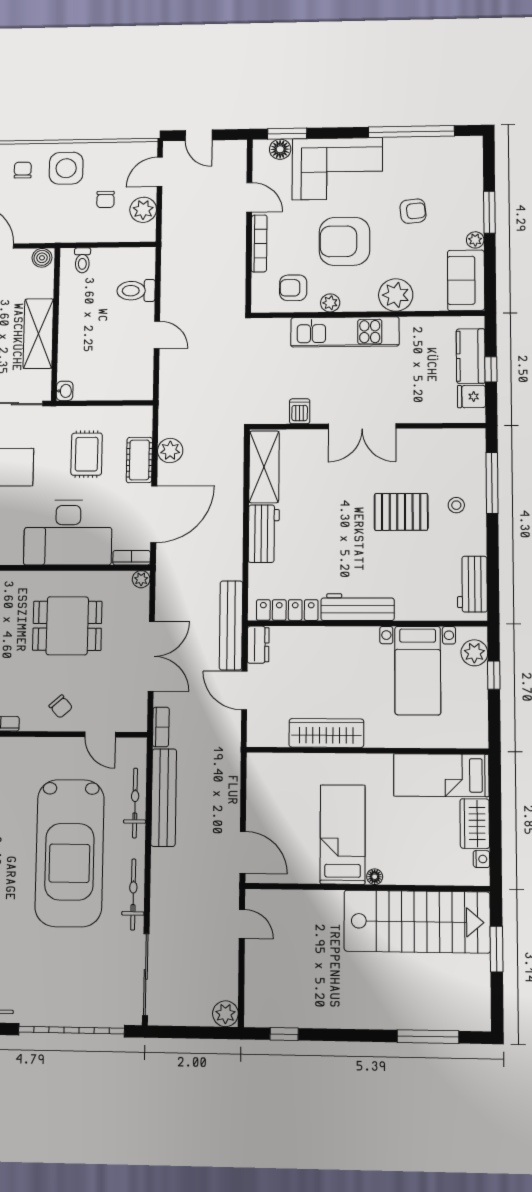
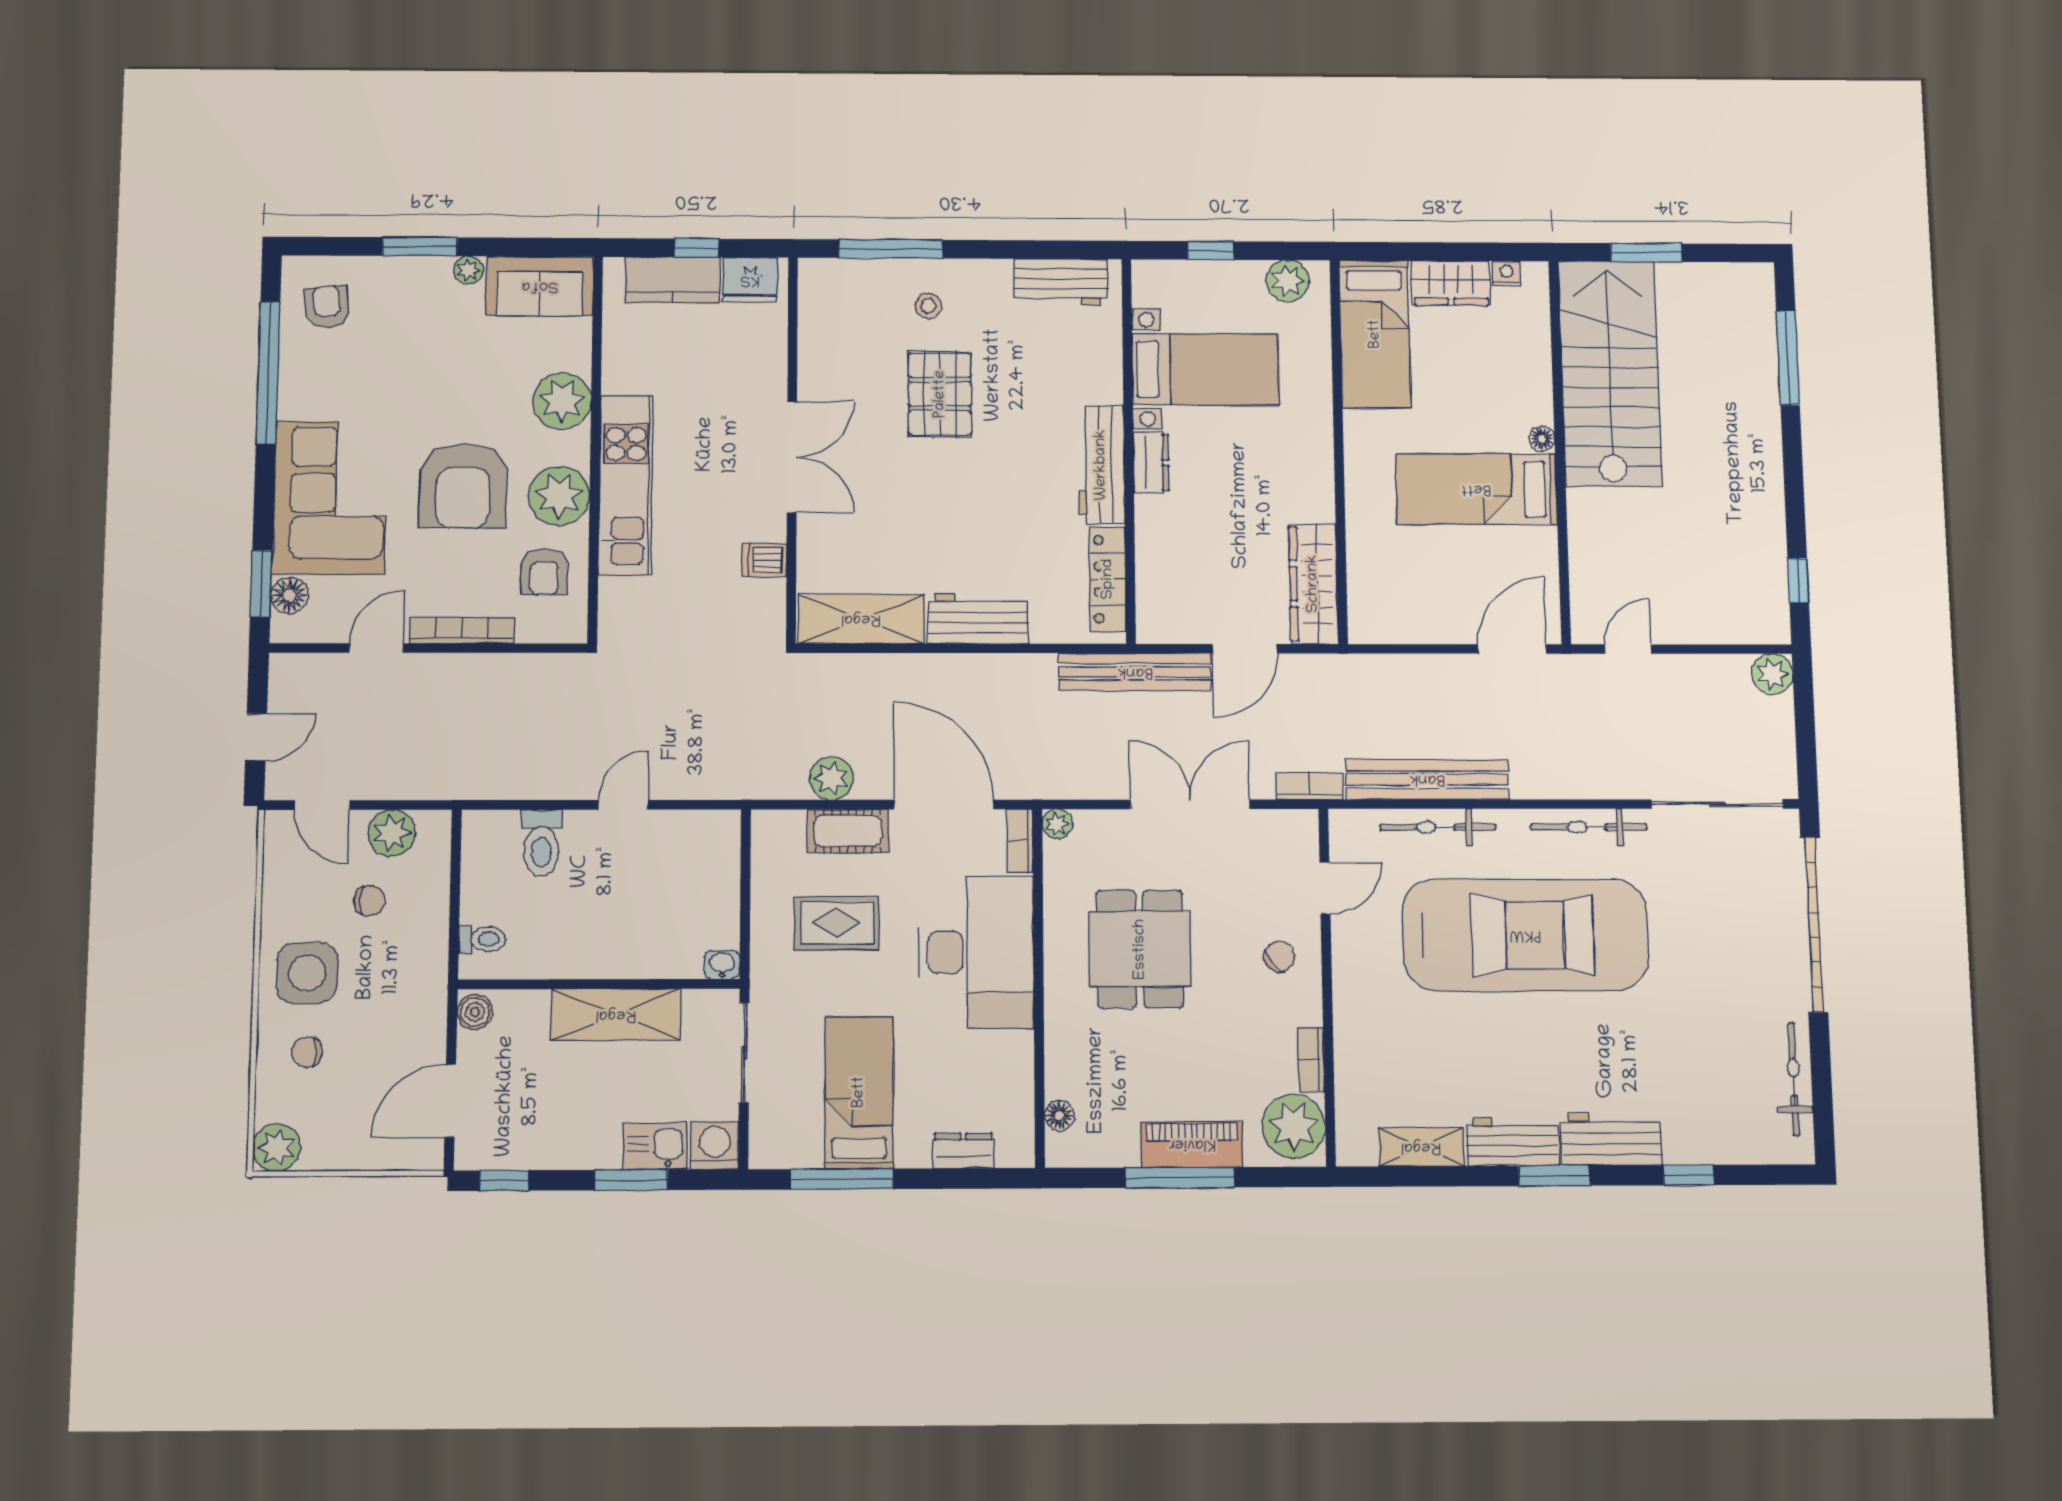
armchair: (413, 211) -> (327, 307), moved
plant: (330, 303) -> (559, 496), width x1.88, depth x1.88
fridge: (471, 397) -> (750, 280), width x1.38
dresser: (258, 645) -> (1151, 463), moved, turned 90
plant: (474, 653) -> (1288, 281), moved
wardrobe: (326, 733) -> (1313, 584), moved

